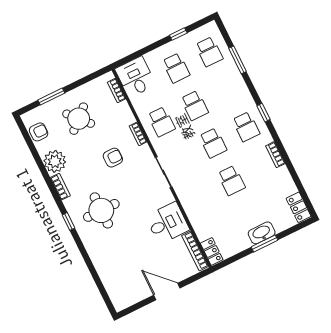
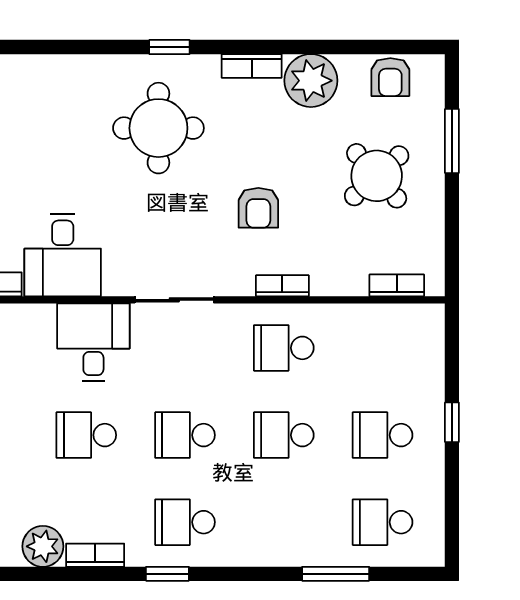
window: (178, 34) -> (452, 422), moved
desk: (135, 77) -> (93, 342), moved, turned -90
window: (263, 113) -> (167, 574), moved
plant: (282, 176) -> (43, 546), added

